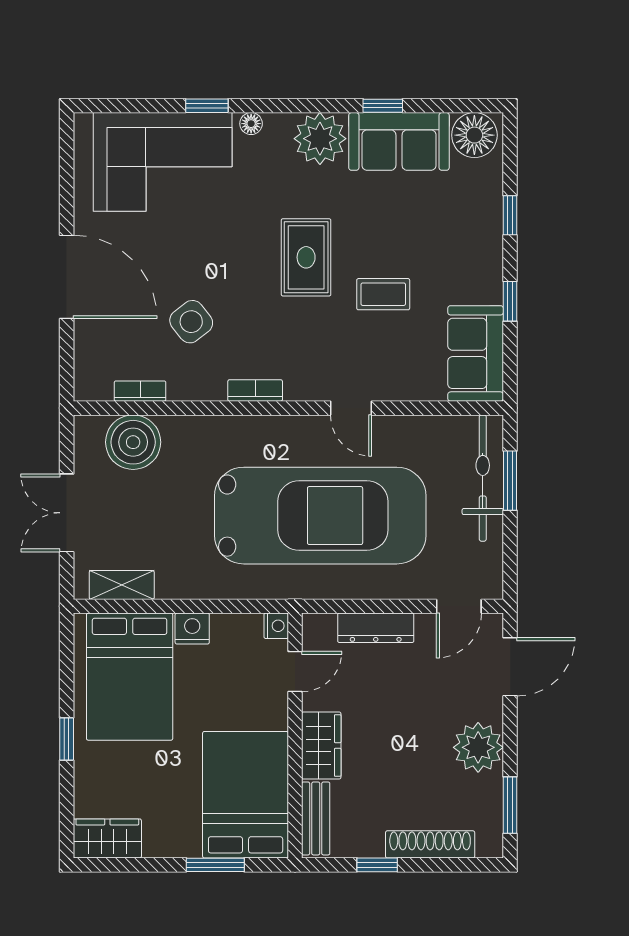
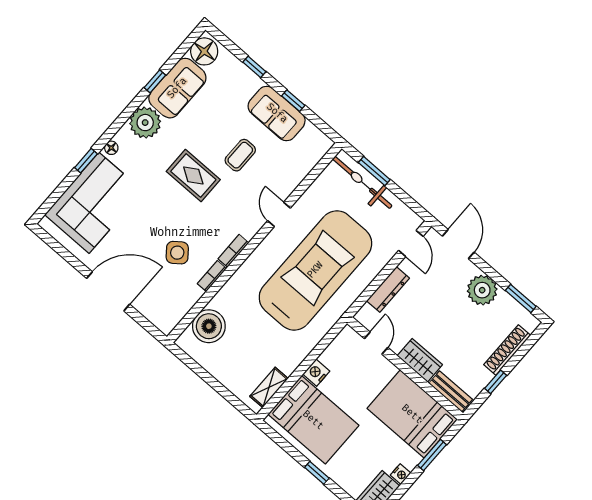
sofa: (476, 353) -> (277, 113), moved
bookcase: (140, 391) -> (212, 276), moved
door: (351, 408) -> (279, 214), swing flipped
double door: (67, 513) -> (215, 384), removed
nightstand: (276, 626) -> (401, 474), moved, turned 90

